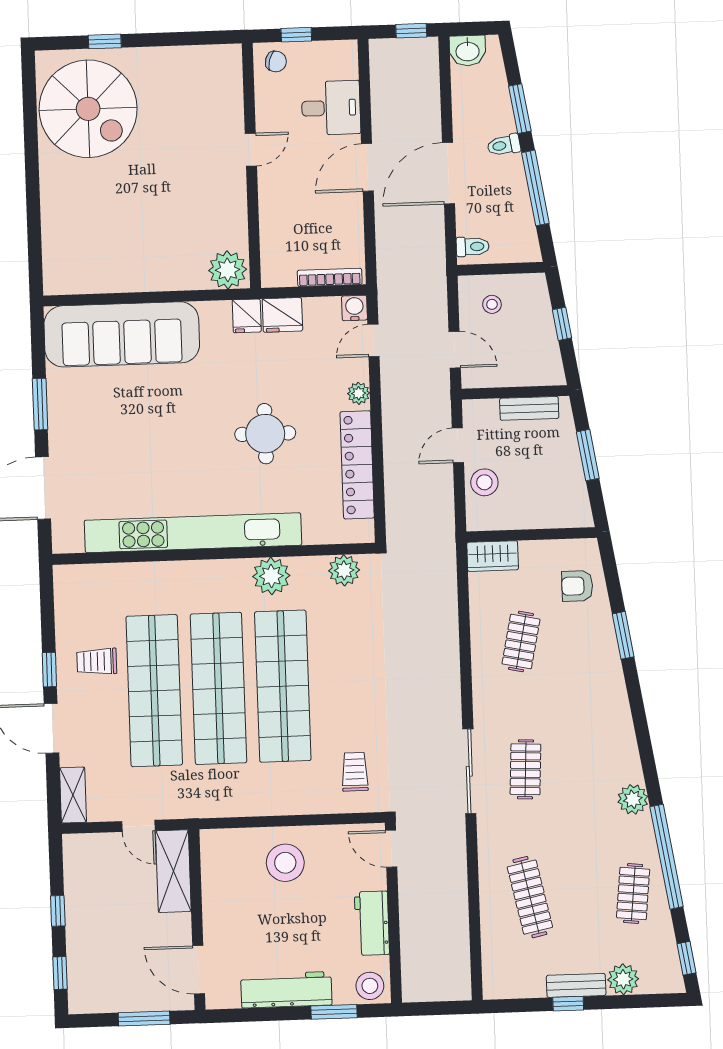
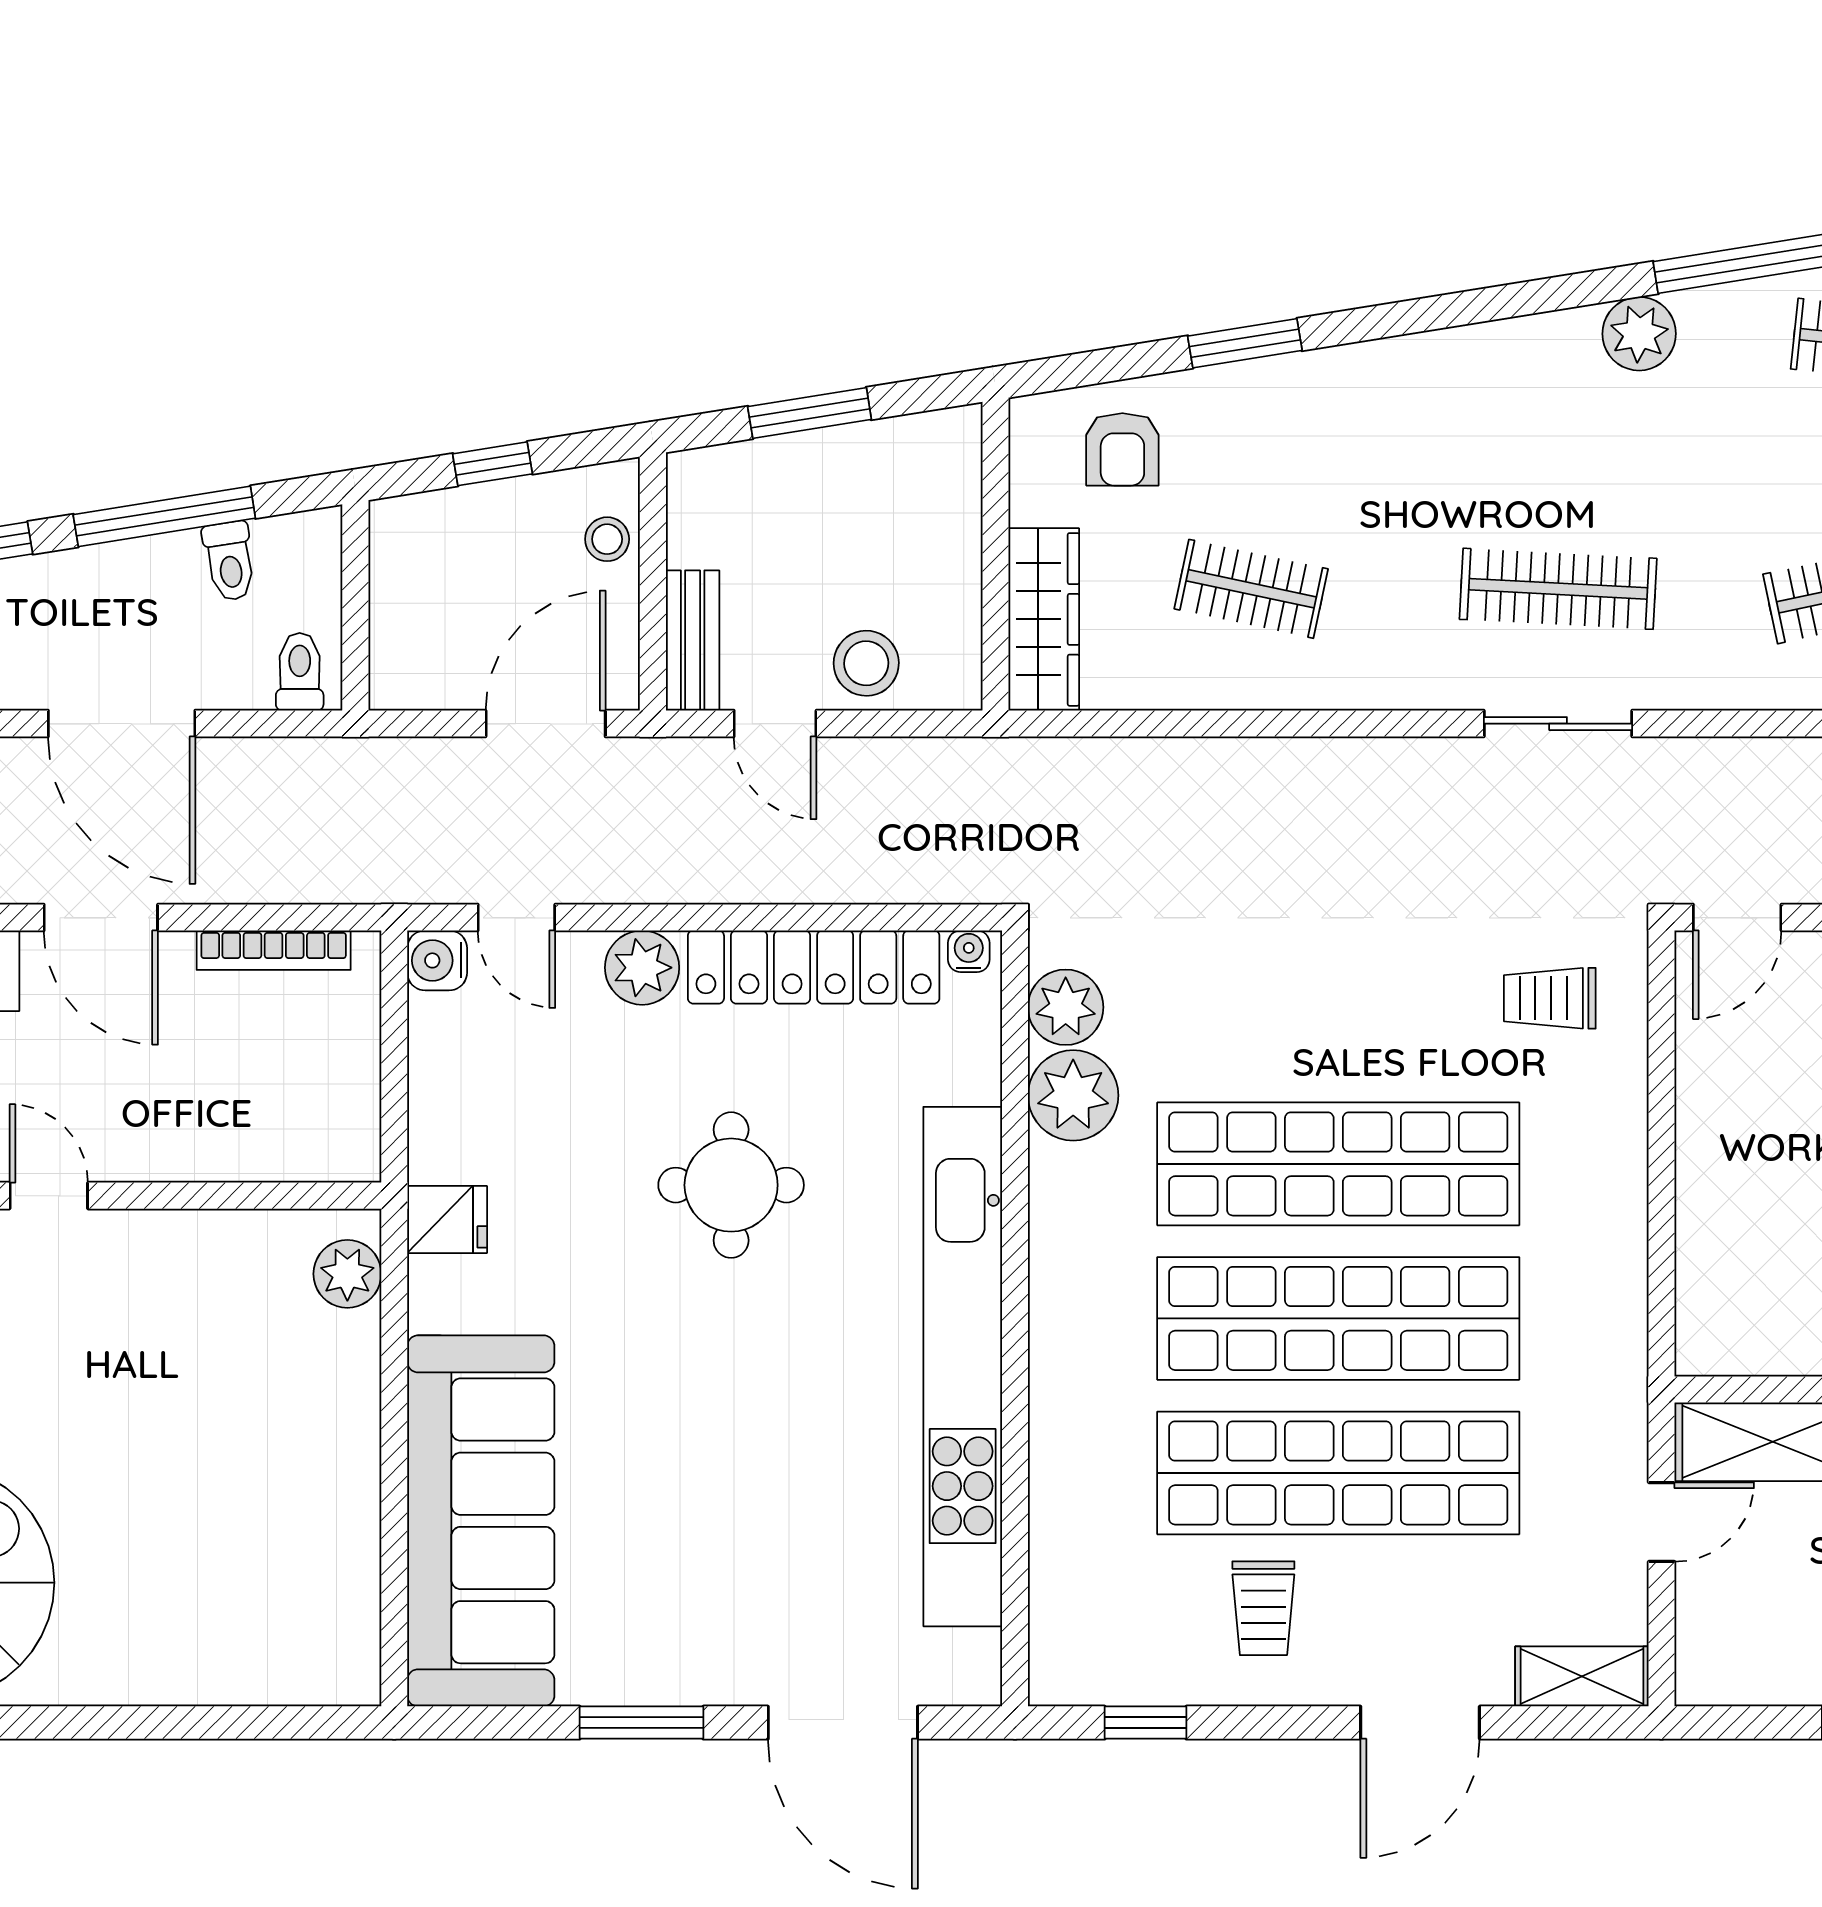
toilet: (504, 145) -> (230, 561), moved
plant: (228, 270) -> (347, 1274), width x0.73, depth x0.73
bookcase: (330, 277) -> (274, 950), moved, turned -90
stool: (492, 304) -> (607, 539), moved
fridge: (282, 315) -> (448, 1134), removed
door: (455, 350) -> (546, 724), width x1.38
plant: (359, 393) -> (642, 968), width x1.38, depth x1.38
bench: (529, 408) -> (693, 640), moved
water cooler: (366, 529) -> (969, 951), added
wardrobe: (493, 556) -> (1044, 619), width x1.50
plant: (271, 576) -> (1073, 1095), moved
window: (49, 670) -> (1145, 1723), moved
clothes rail: (525, 769) -> (1558, 589), width x1.36
sliding door: (469, 771) -> (1558, 724), width x0.73
stool: (285, 863) -> (1762, 1173), removed

